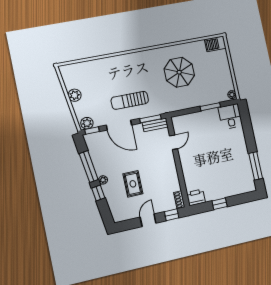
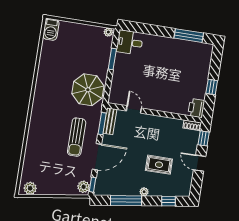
parasol: (179, 72) -> (88, 90), moved
plant: (75, 95) -> (30, 188), moved
window: (98, 193) -> (168, 201), moved

